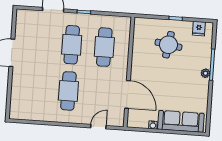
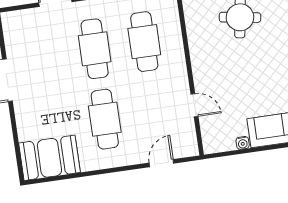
door: (127, 94) -> (195, 105), width x0.53
booth: (28, 108) -> (49, 158), added

